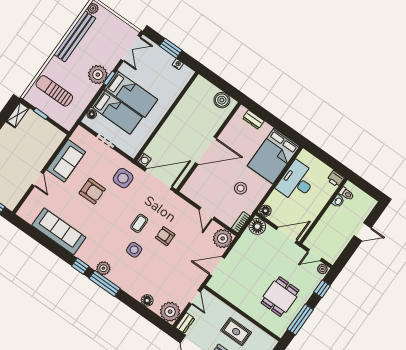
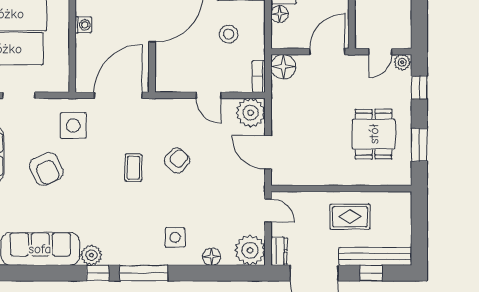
washing machine: (144, 160) -> (83, 25), moved
armchair: (92, 191) -> (46, 169), turned 66
floor lamp: (265, 211) -> (279, 14), moved
armchair: (165, 236) -> (177, 161), turned 133
side table: (134, 250) -> (175, 237), moved
door: (217, 266) -> (268, 152), hinge flipped
plant: (103, 268) -> (91, 255), moved
window: (300, 320) -> (419, 145), width x0.69

